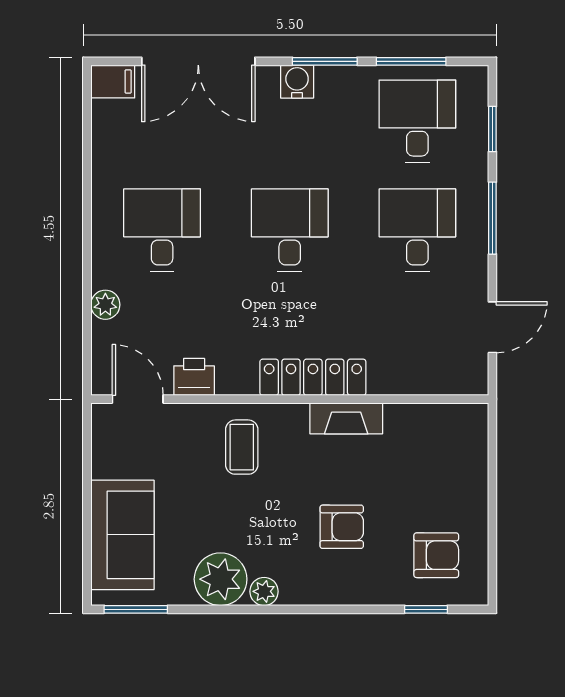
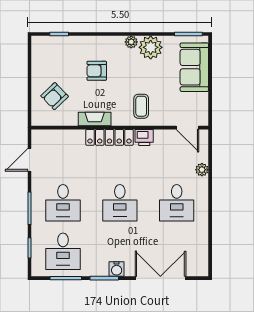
filing cabinet: (113, 81) -> (199, 269), removed
printer: (194, 377) -> (144, 138), moved
armchair: (436, 555) -> (55, 96), moved, turned -44

